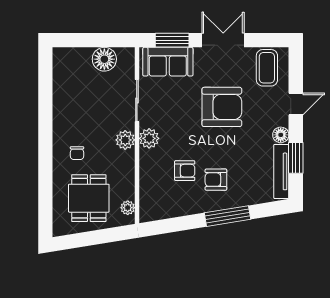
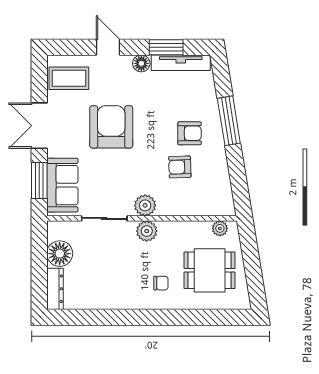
dresser: (72, 55) -> (55, 289), added
armchair: (185, 171) -> (180, 167), turned -92
armchair: (216, 180) -> (190, 133), turned -90

